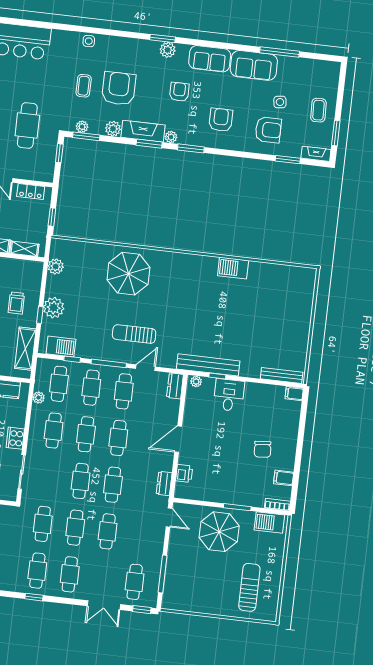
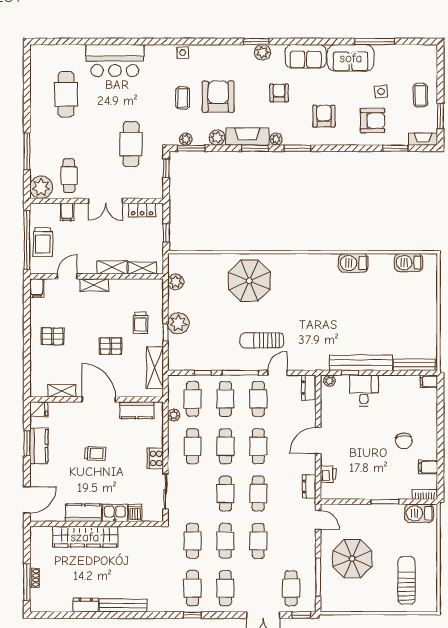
barbecue: (61, 347) -> (409, 263), moved, turned 180
bench: (208, 365) -> (361, 363), moved
parasol: (219, 532) -> (352, 559), moved

